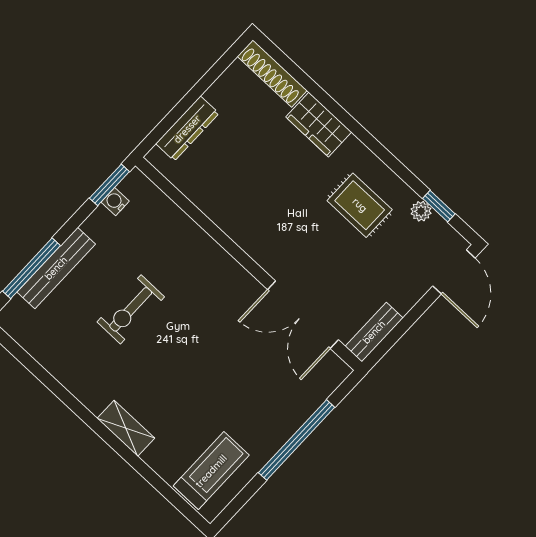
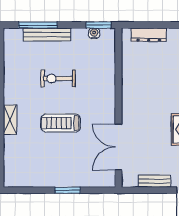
bench: (374, 332) -> (154, 181), moved
window: (297, 440) -> (67, 190), width x0.47
treadmill: (211, 471) -> (61, 123), moved, turned 180

